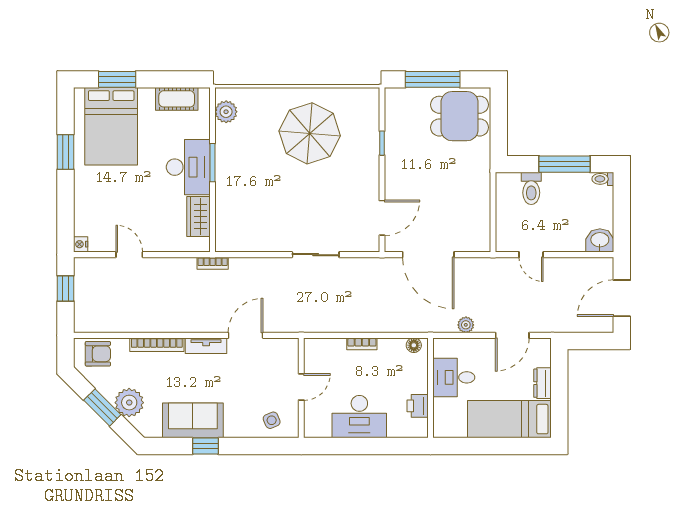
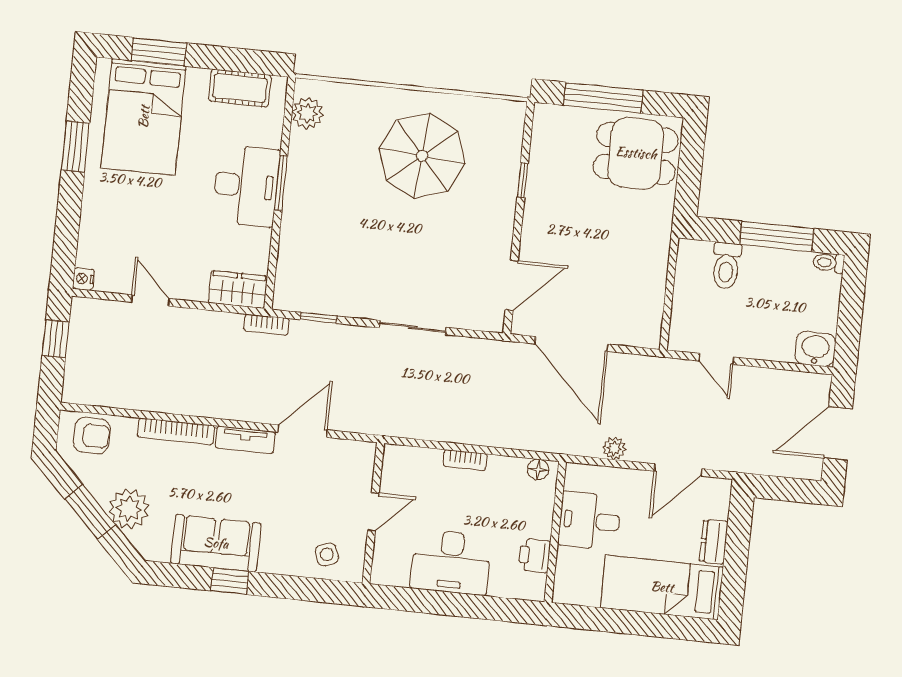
wardrobe: (198, 217) -> (238, 289), moved, turned 90
window: (249, 255) -> (319, 318), added

